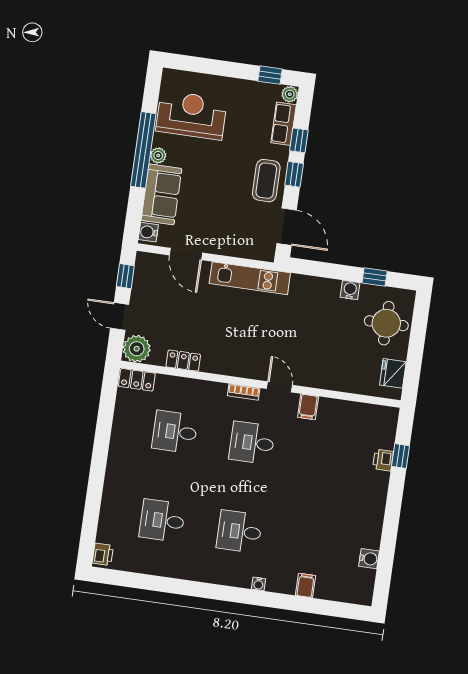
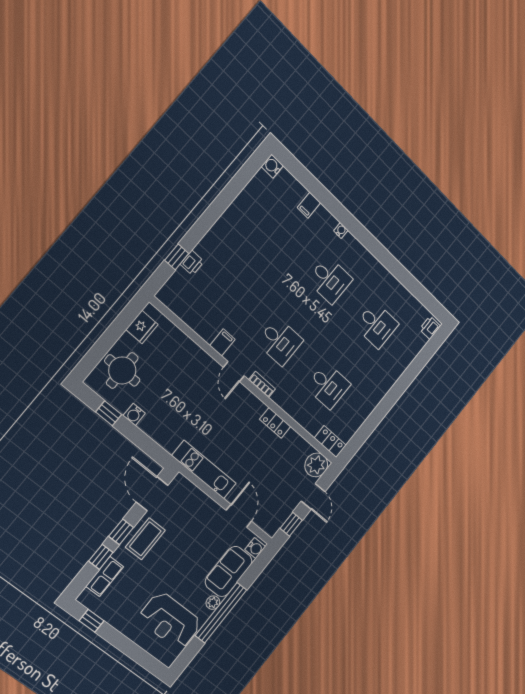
plant: (290, 94) -> (85, 597), removed
locker: (183, 361) -> (275, 423), moved
water cooler: (369, 559) -> (272, 166), moved

